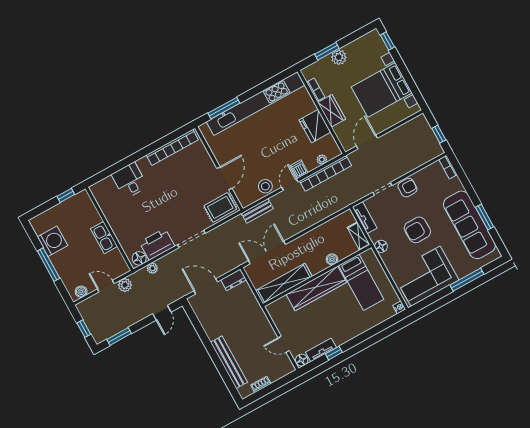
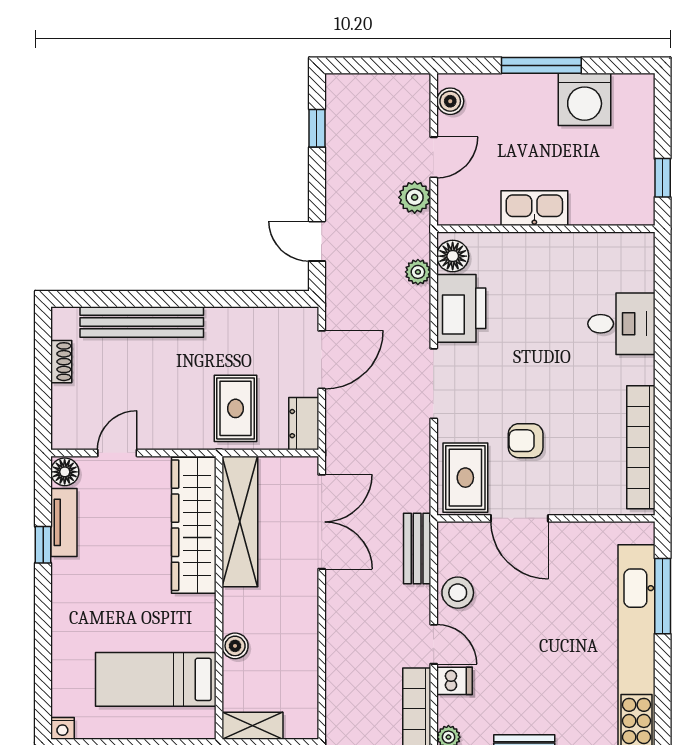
armchair: (194, 192) -> (526, 441), added
wardrobe: (316, 288) -> (194, 525), moved
rug: (242, 309) -> (235, 408), added
window: (84, 329) -> (372, 65), removed
window: (119, 336) -> (317, 128), width x0.67

